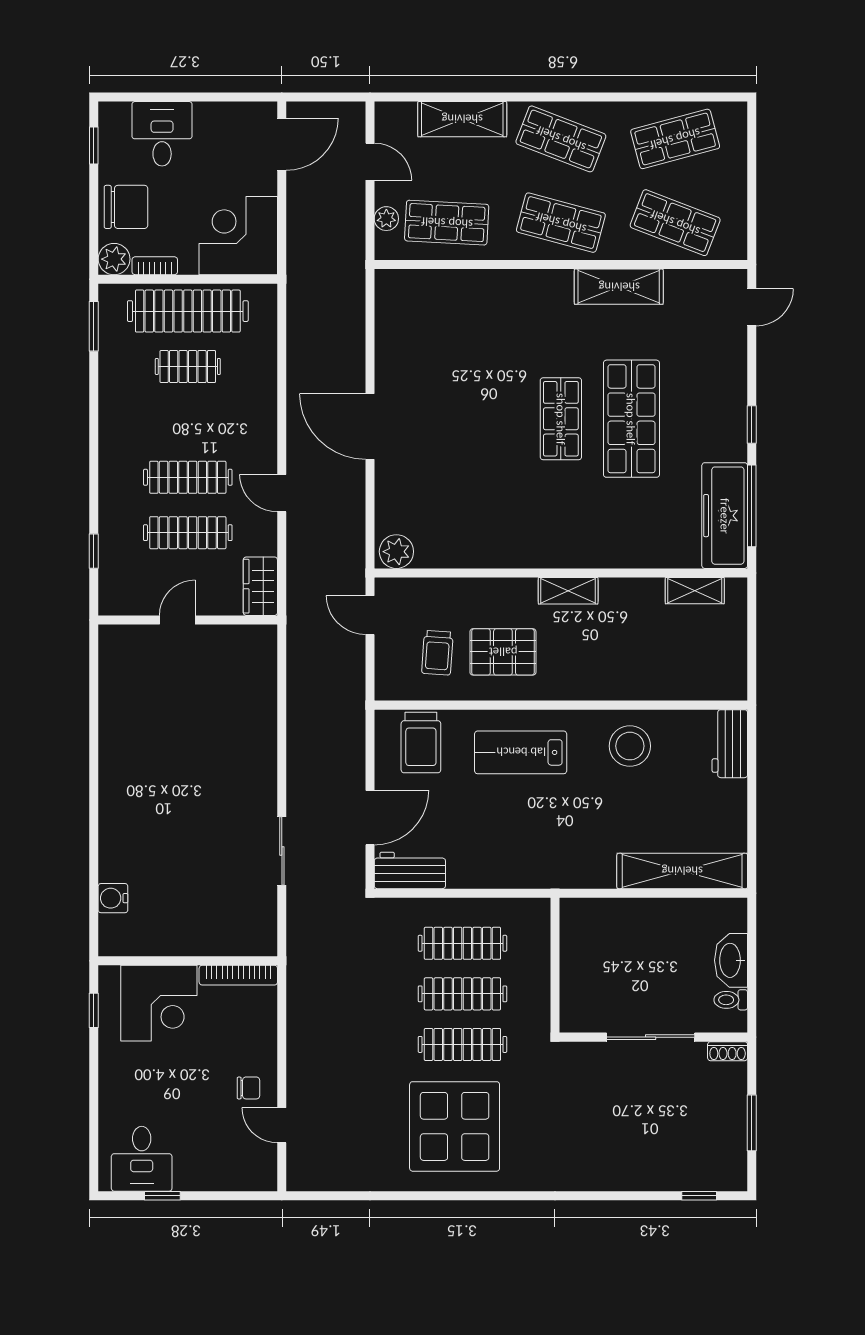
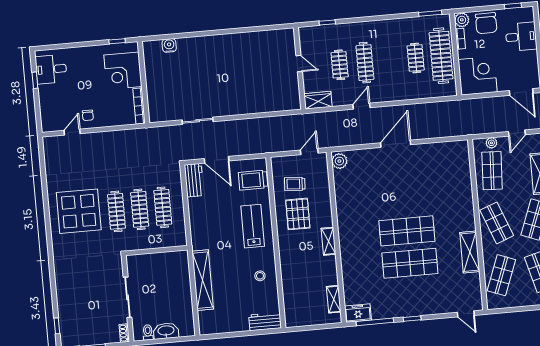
shop shelf: (561, 223) -> (497, 223), turned -36
shop shelf: (561, 419) -> (407, 231), width x1.43, depth x1.36
freezer: (725, 516) -> (358, 313), width x0.52, depth x0.79
clothes rail: (188, 533) -> (340, 65), width x0.73
stool: (630, 746) -> (260, 276), width x0.53, depth x0.53
shelving: (682, 871) -> (203, 280), moved

